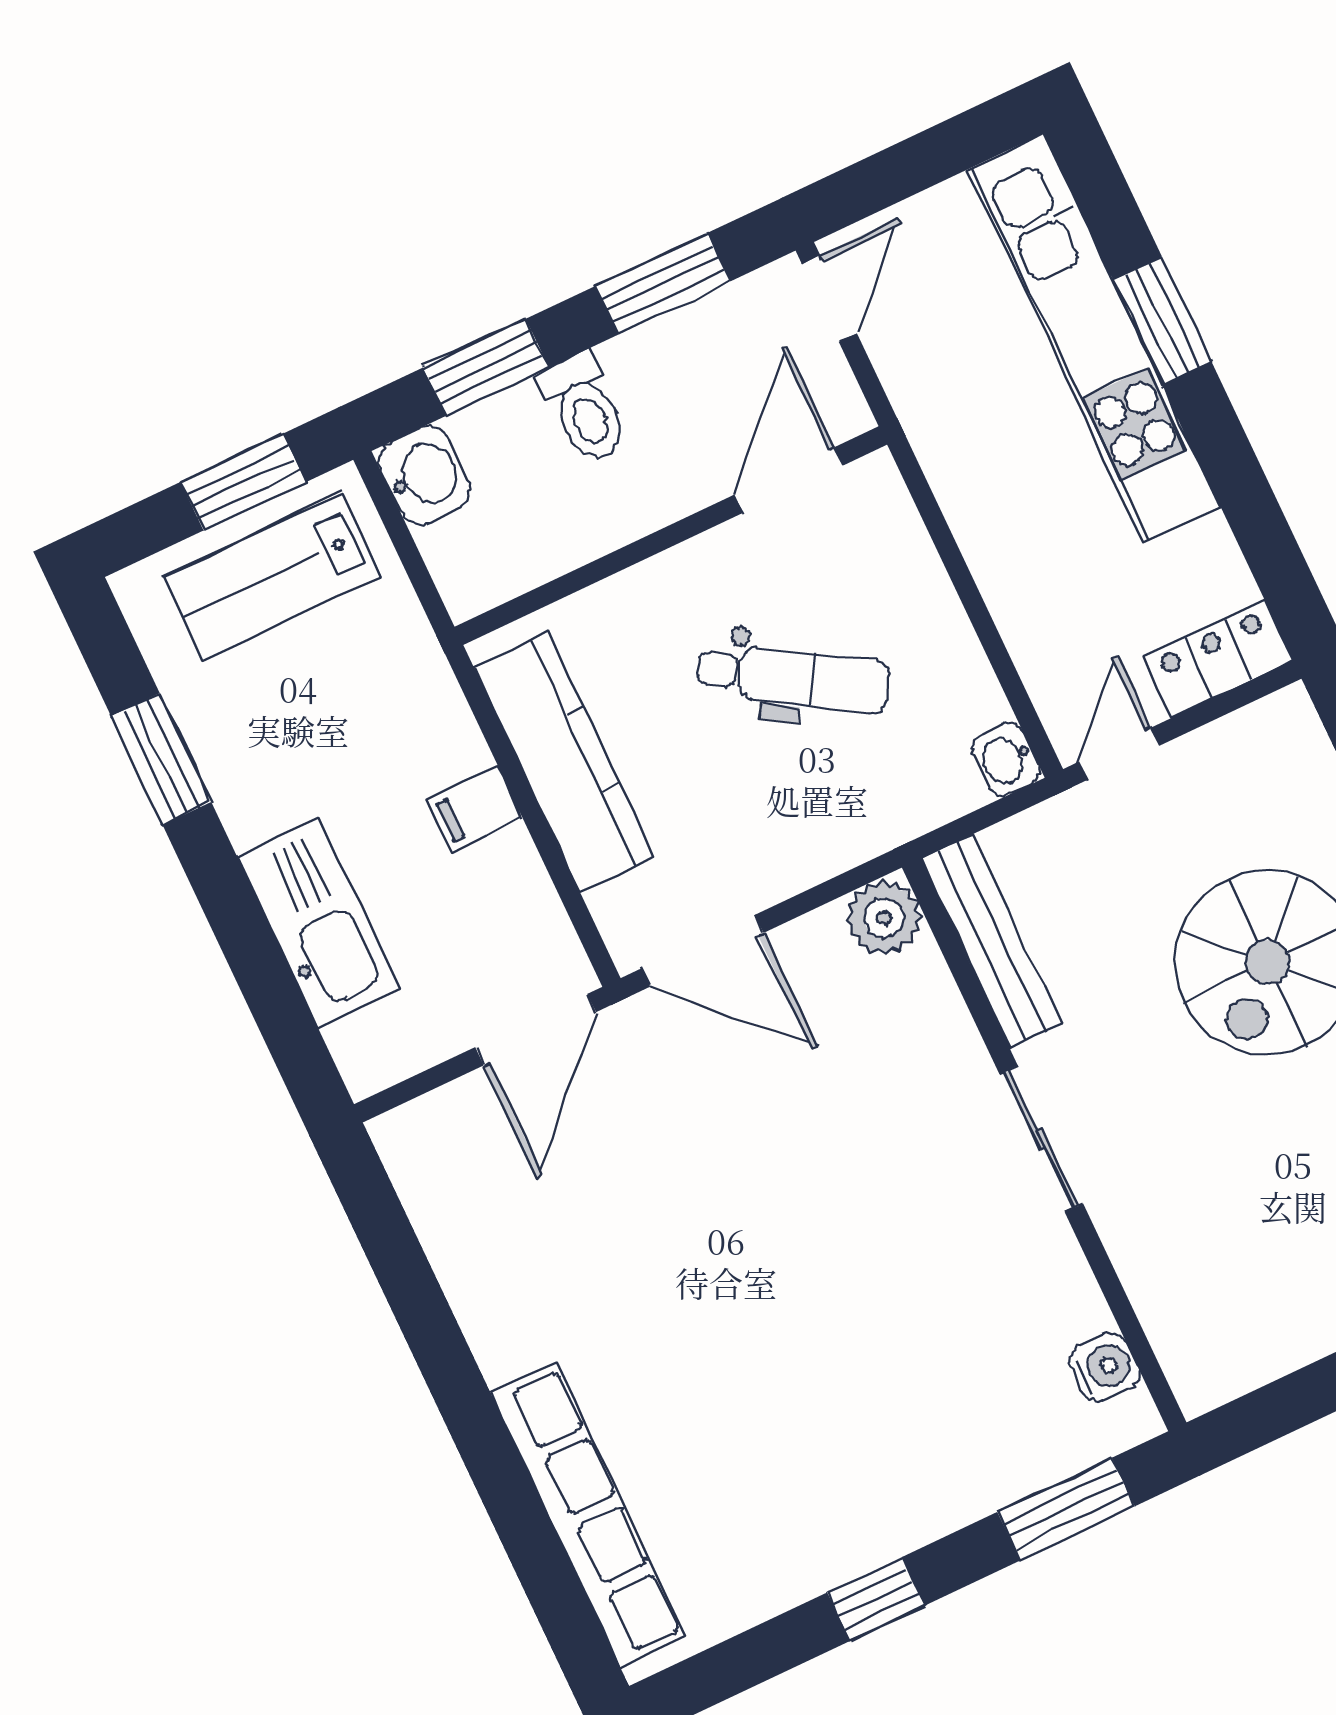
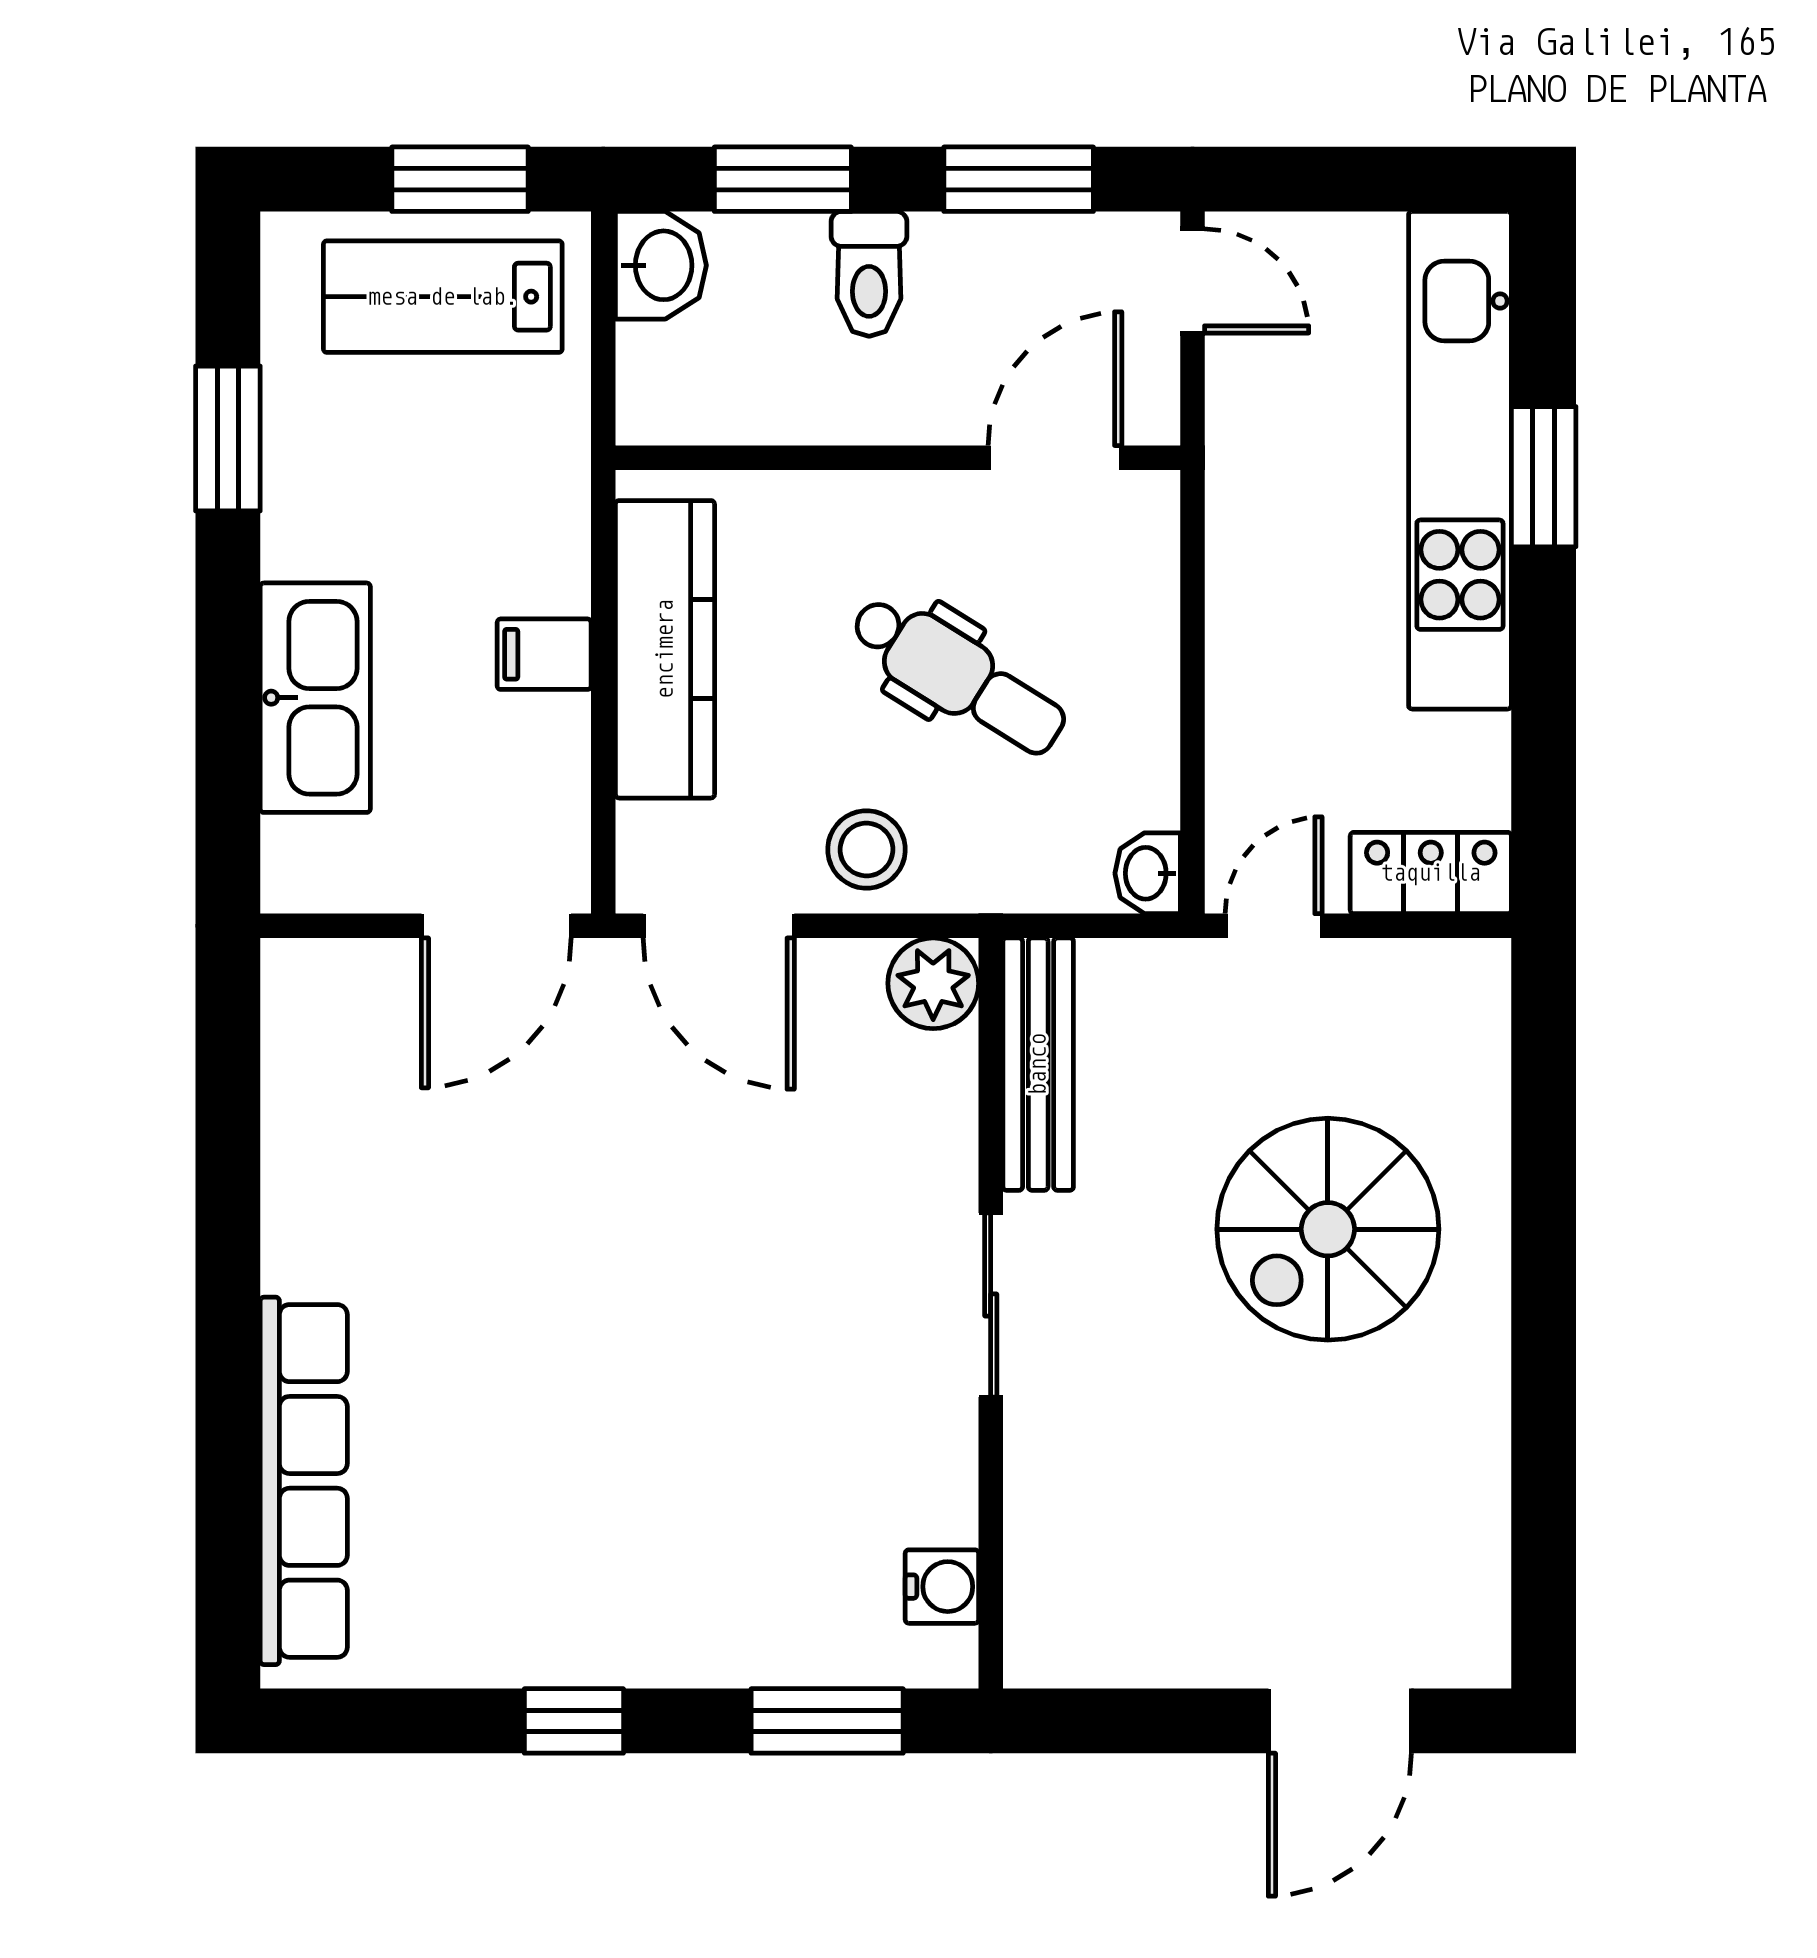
door: (829, 299) -> (1193, 281), hinge flipped
stool: (786, 841) -> (867, 849), added

